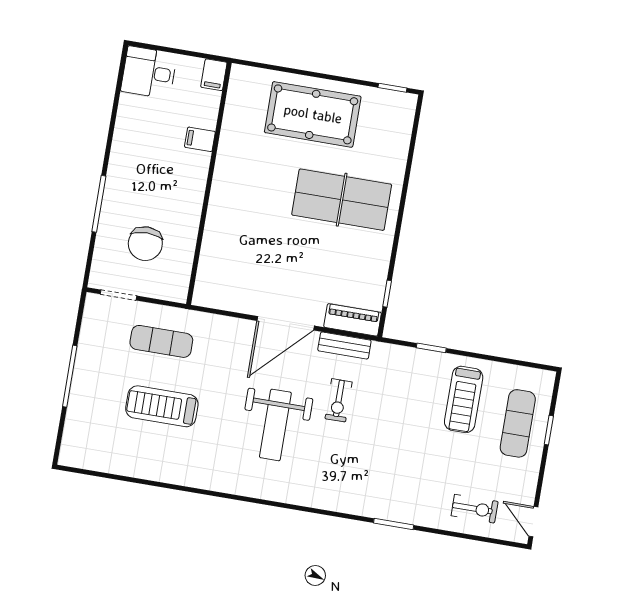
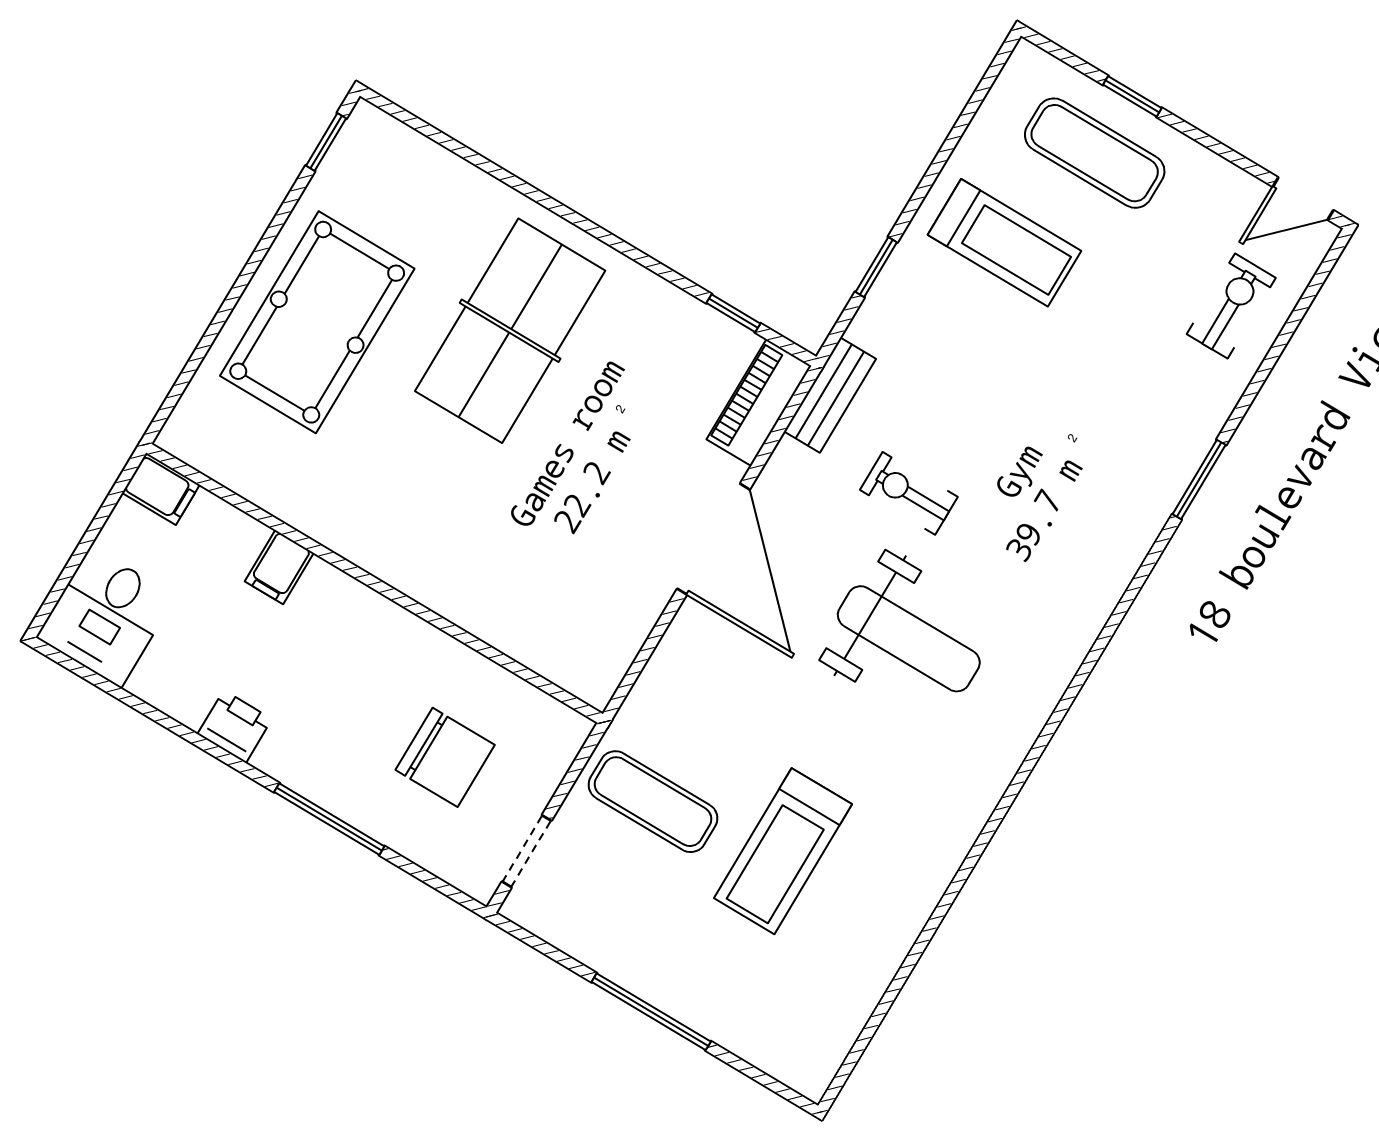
printer: (123, 147) -> (235, 727), added
exercise mat: (161, 341) -> (653, 802), turned 90
bench: (344, 345) -> (830, 395), moved
exercise bike: (339, 400) -> (909, 493), turned 180

